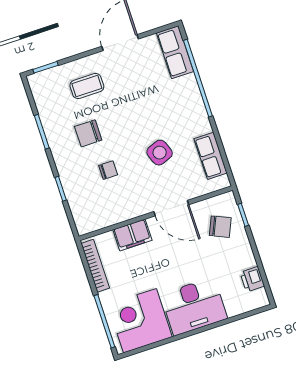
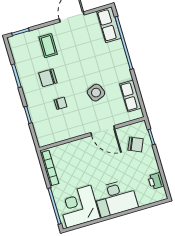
coffee table: (87, 86) -> (48, 46), turned 90
filing cabinet: (132, 235) -> (76, 148), removed

